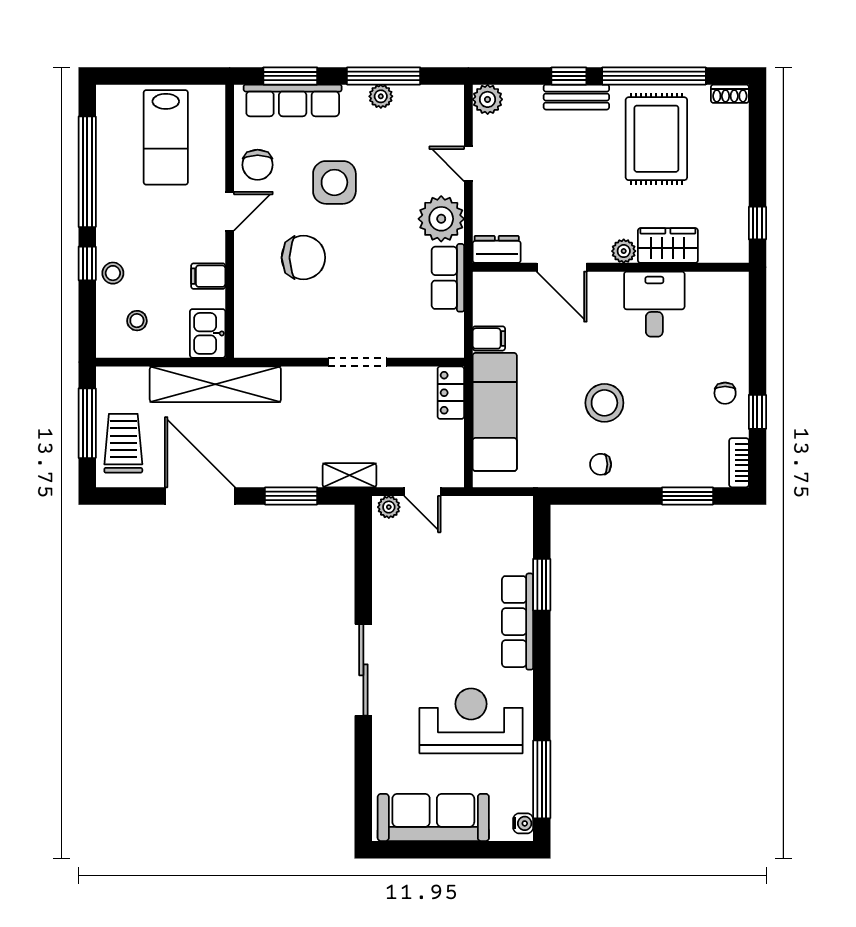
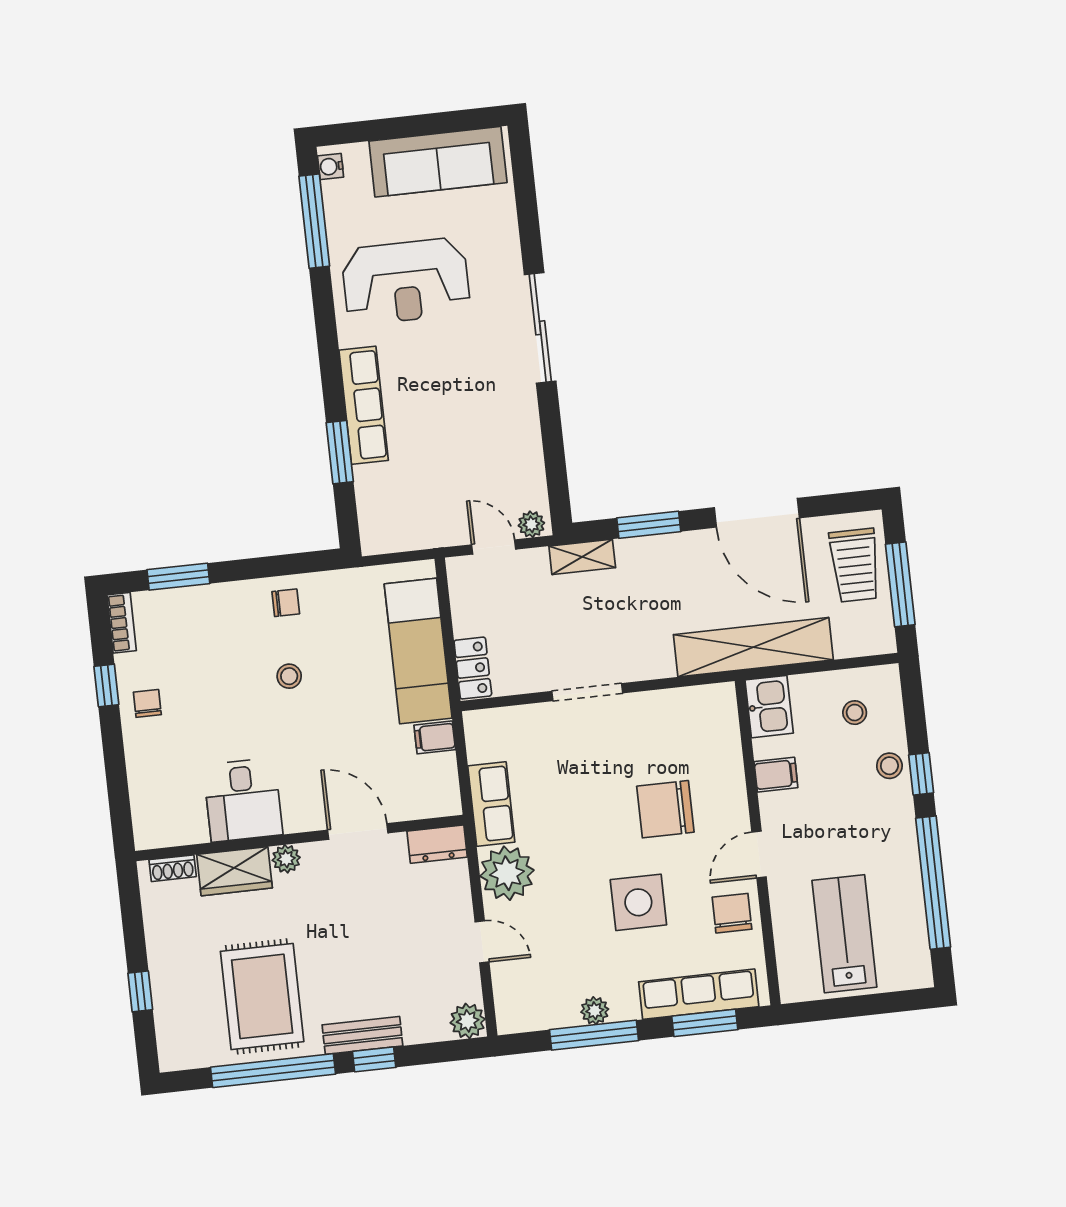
shoe rack: (730, 94) -> (173, 868), moved, turned 180
window: (757, 223) -> (140, 991), moved
stool: (604, 403) -> (289, 676), width x0.53, depth x0.53

